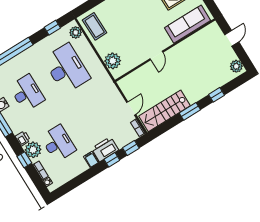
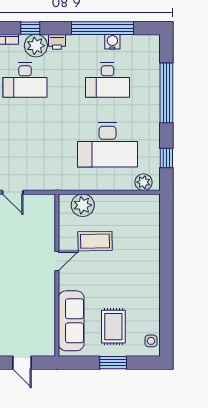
coffee table: (95, 26) -> (95, 241), moved
door: (156, 56) -> (57, 261), swing flipped

